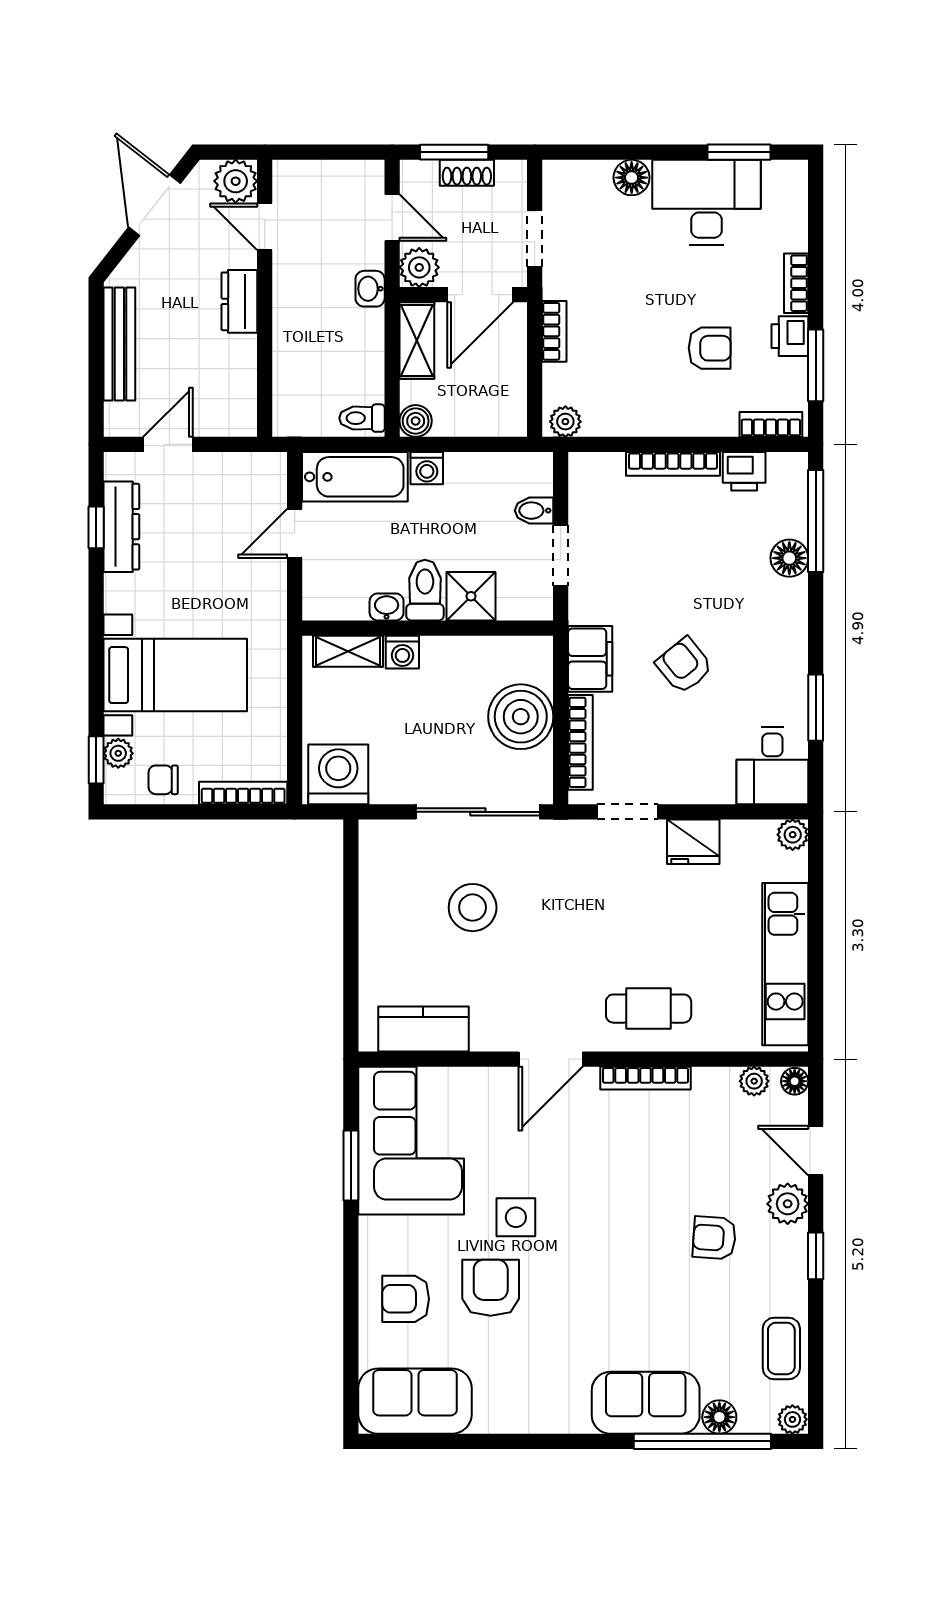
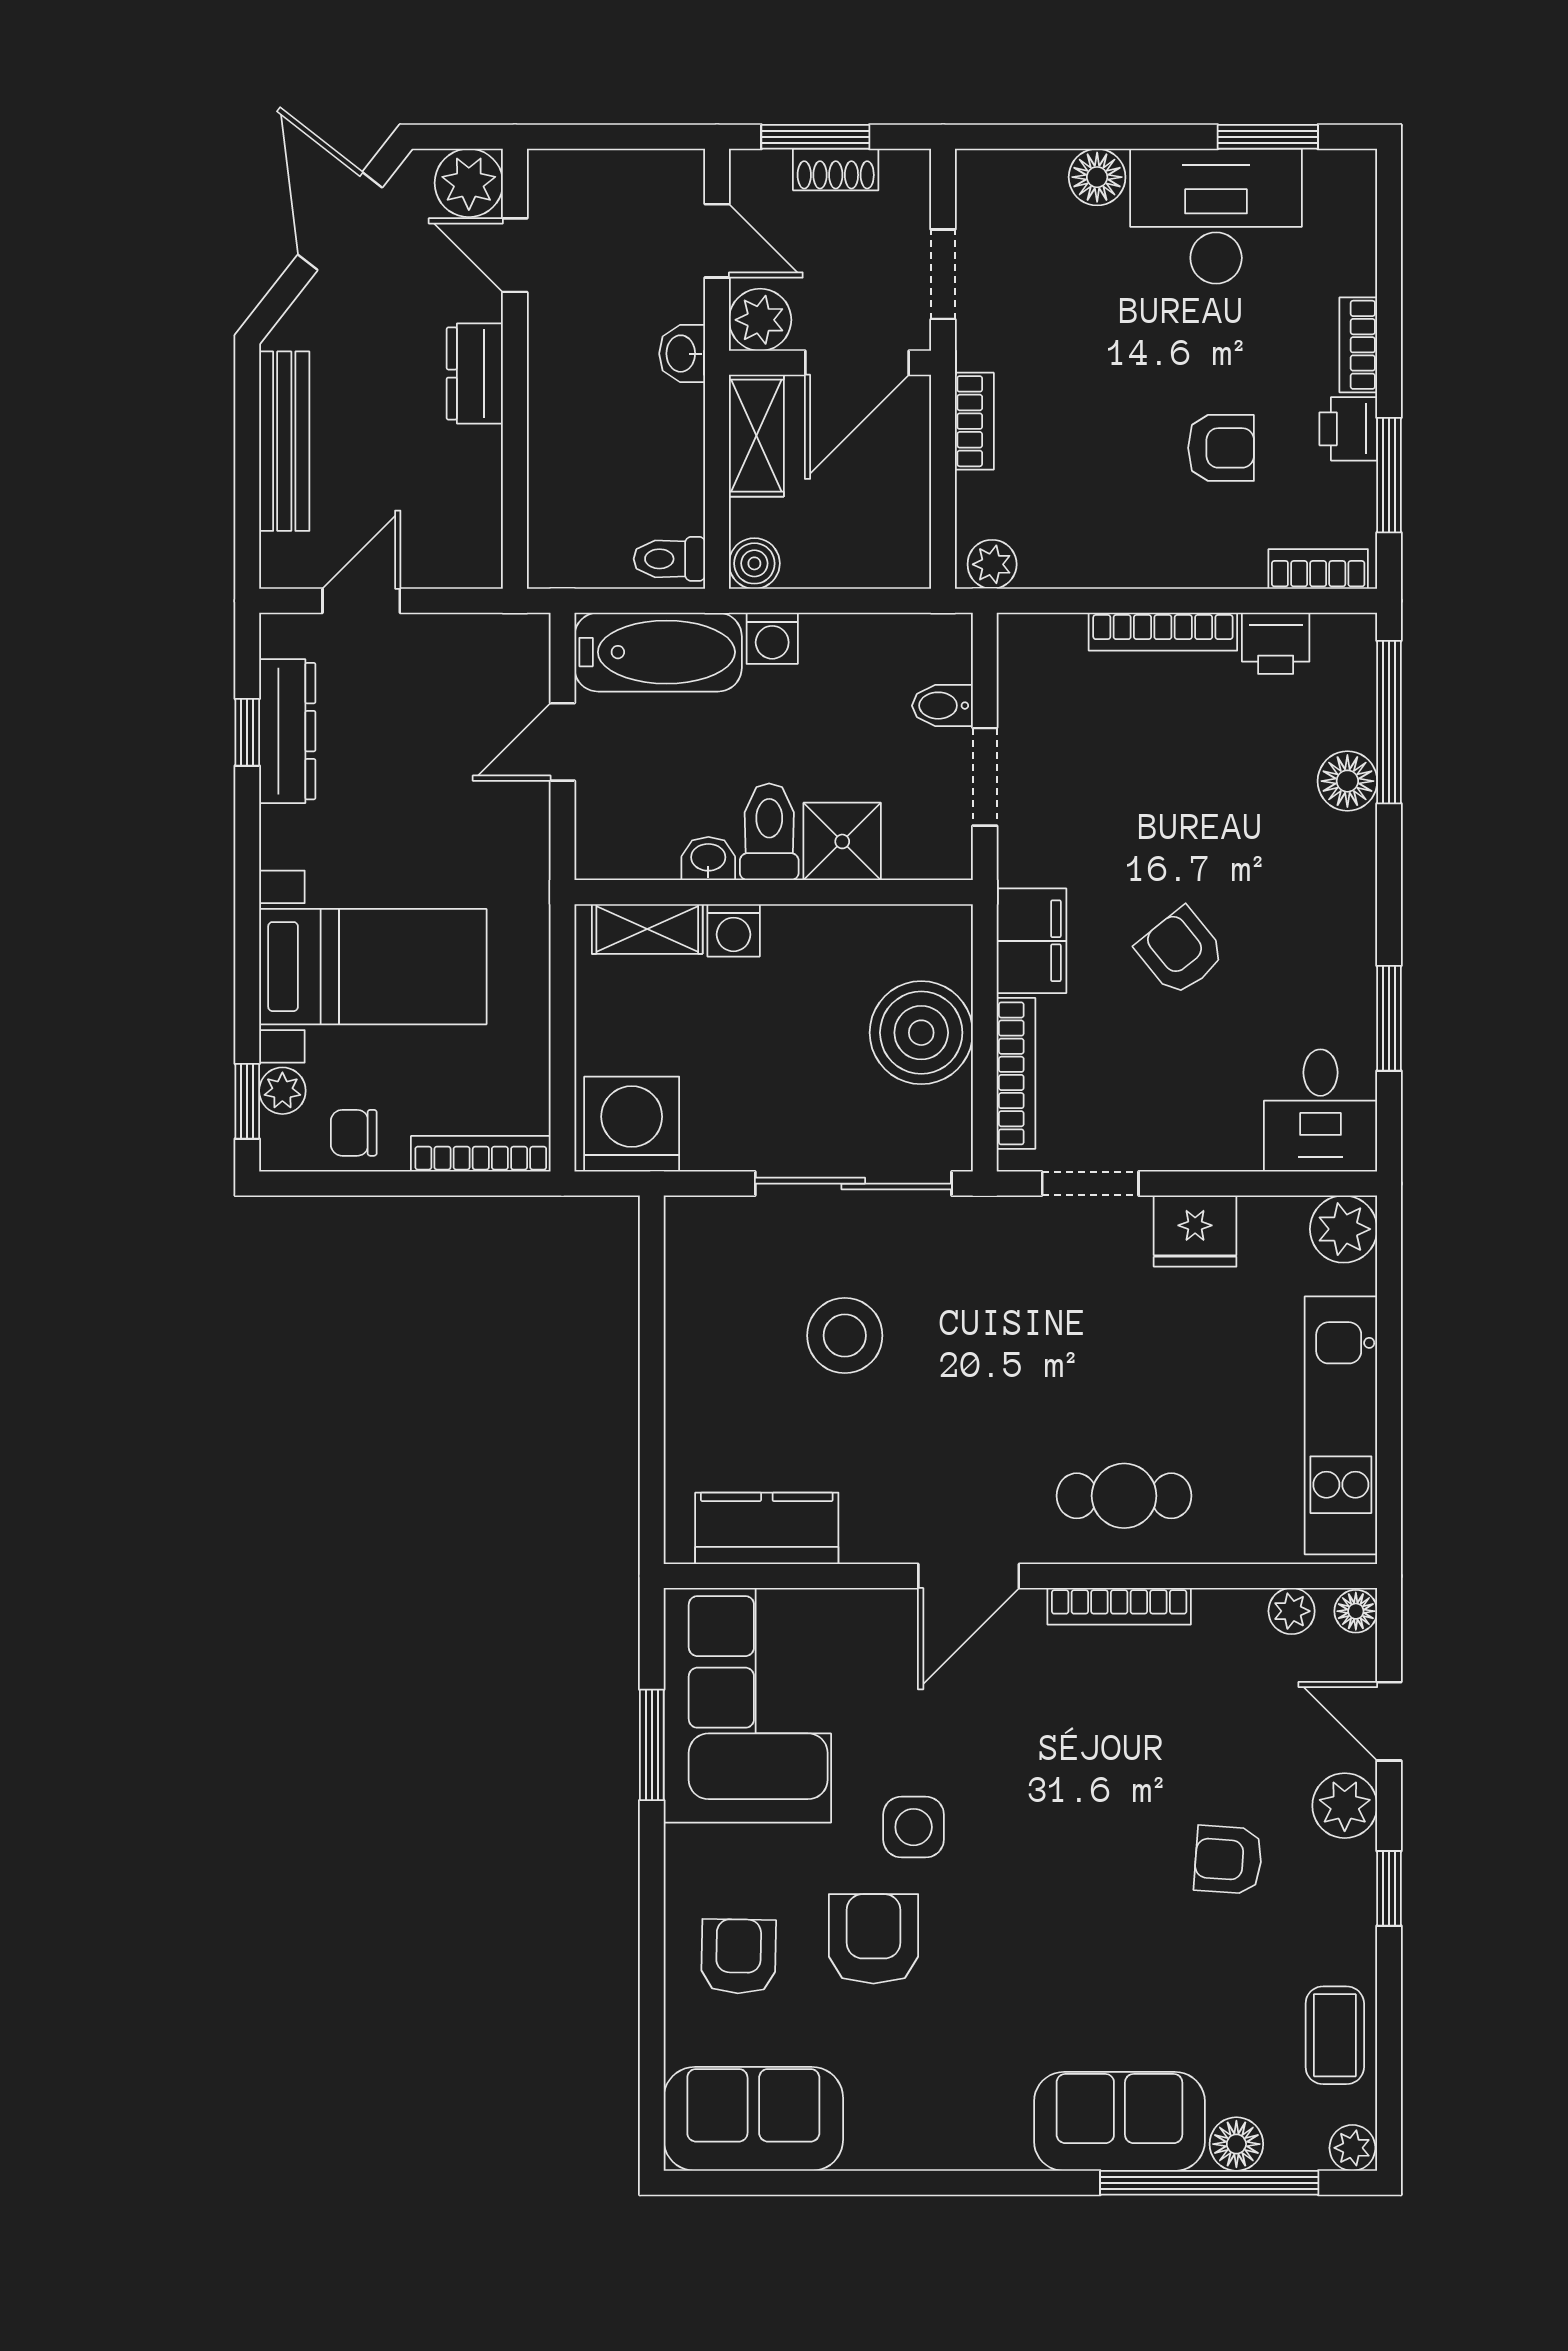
plant: (793, 835) -> (1344, 1229), width x1.38, depth x1.38
armchair: (406, 1299) -> (739, 1956), turned 91

